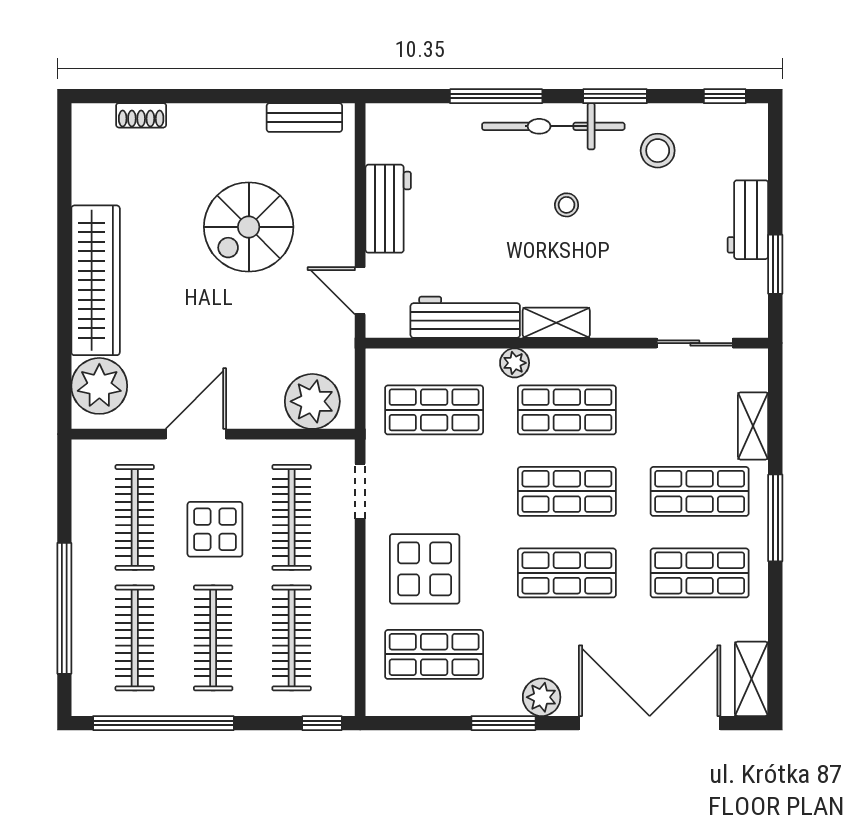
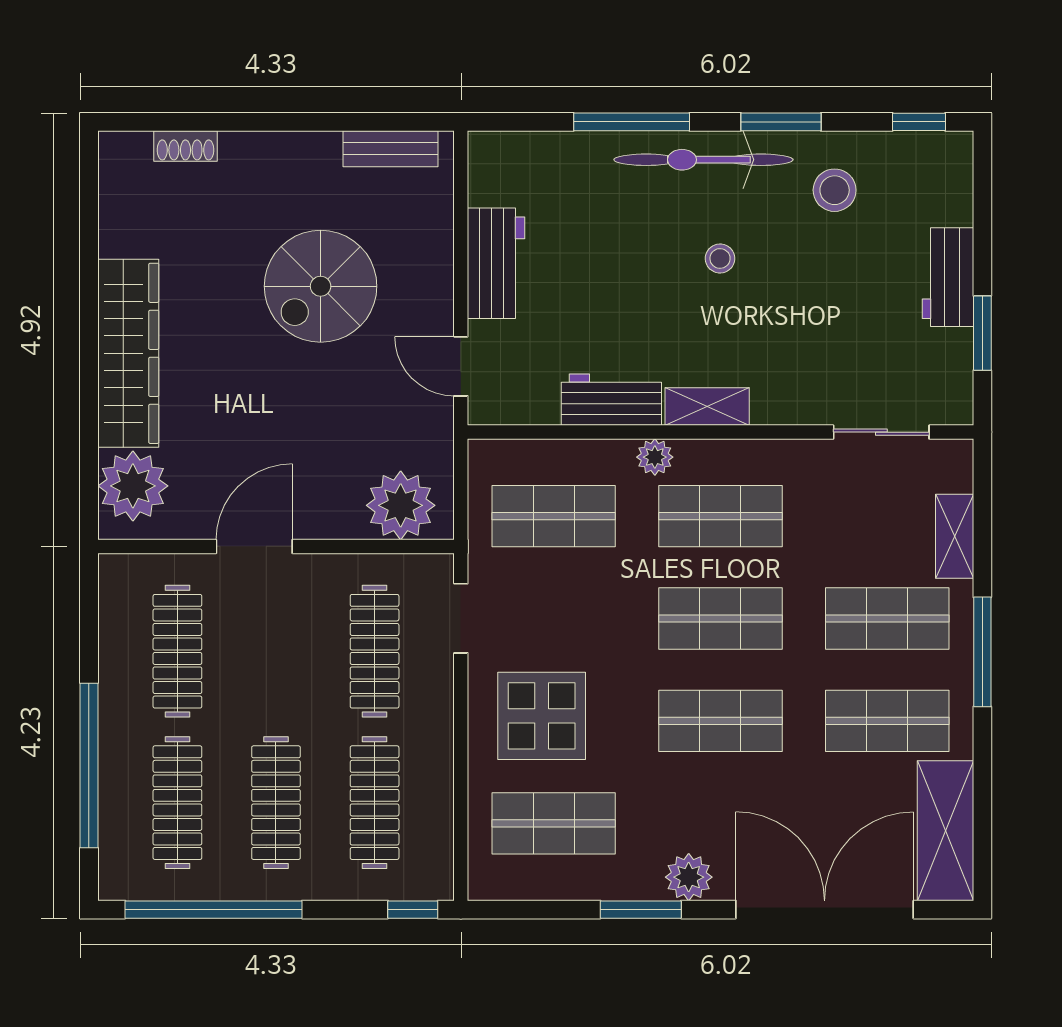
workbench: (465, 317) -> (611, 400), width x0.73
display table: (215, 529) -> (278, 666), removed
shelving: (752, 679) -> (945, 831), width x1.50, depth x1.33

